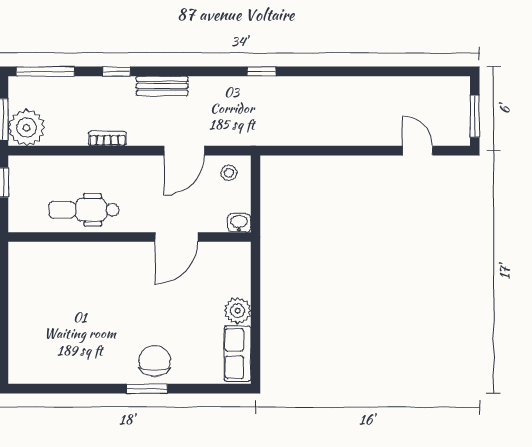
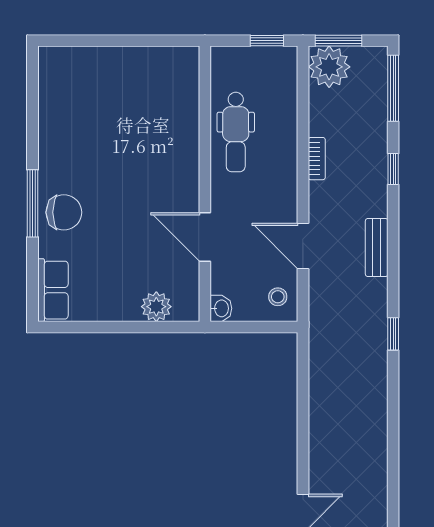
bench: (162, 86) -> (377, 248), moved
dental chair: (84, 210) -> (236, 132), turned 180
plant: (238, 311) -> (156, 307), moved
row of seats: (237, 354) -> (53, 290), moved, turned 90
window: (147, 389) -> (32, 203), width x1.44

